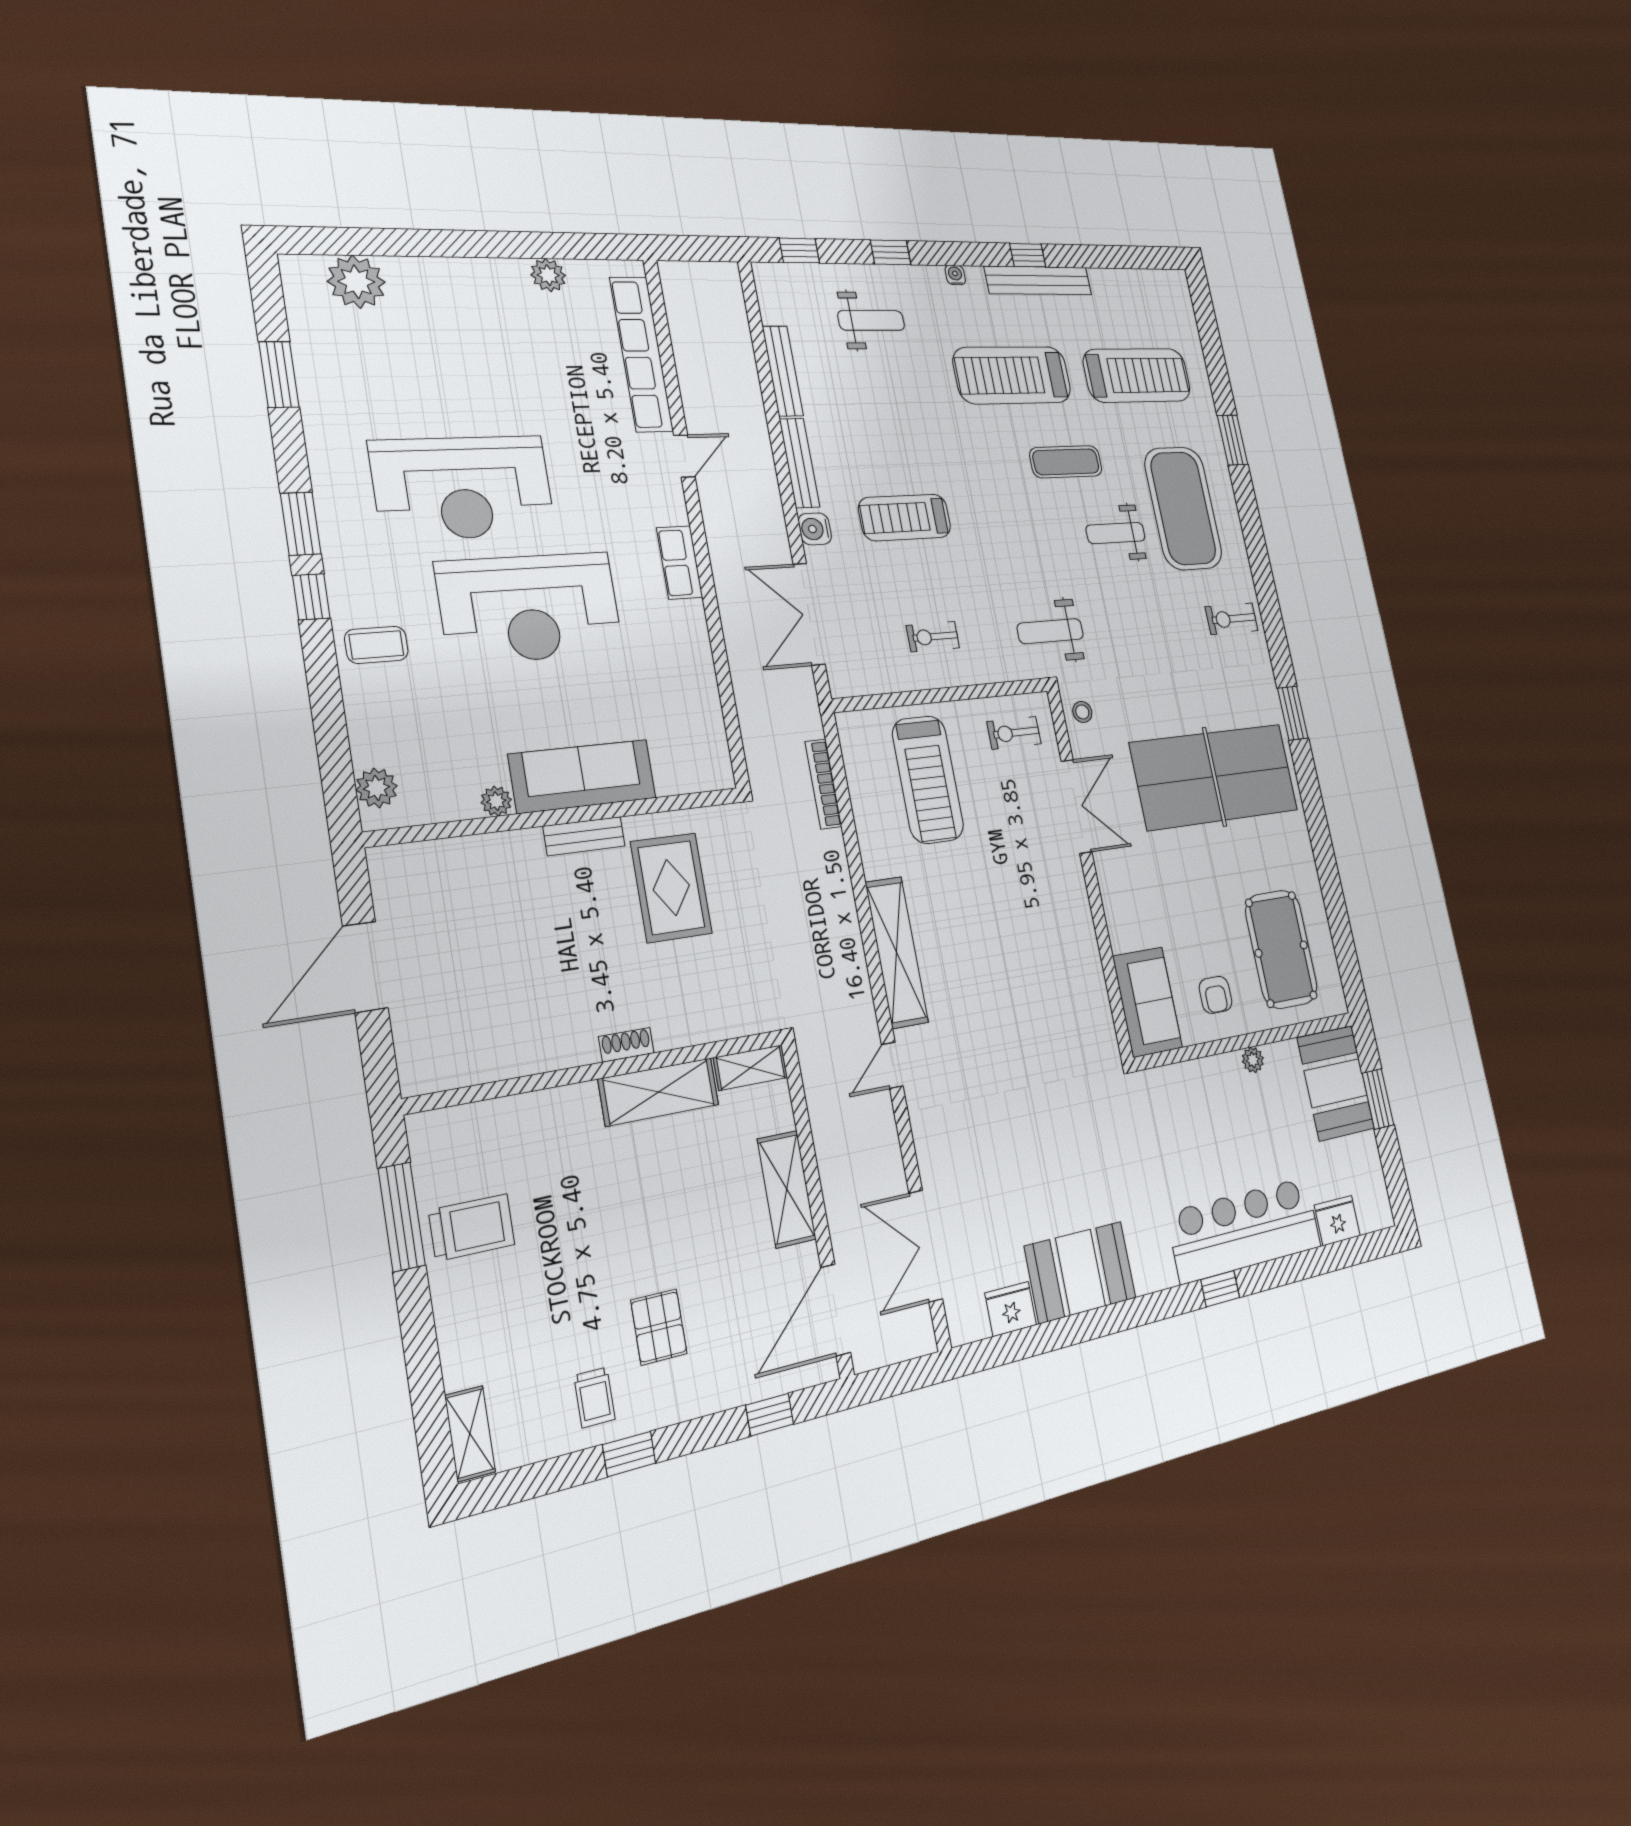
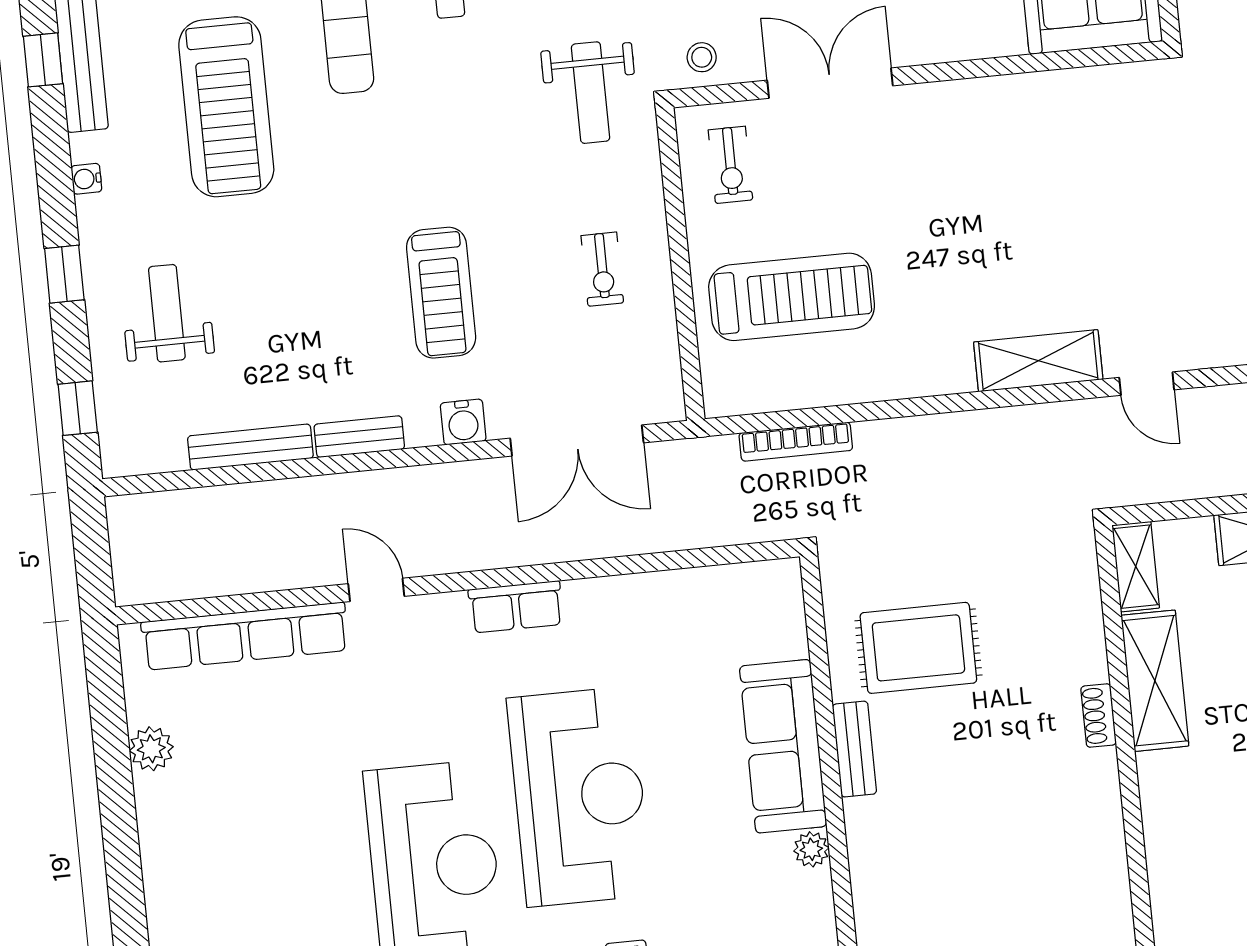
bench: (800, 463) -> (359, 437), width x0.73
shelving: (897, 952) -> (1038, 361), width x0.68

